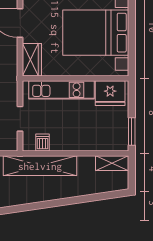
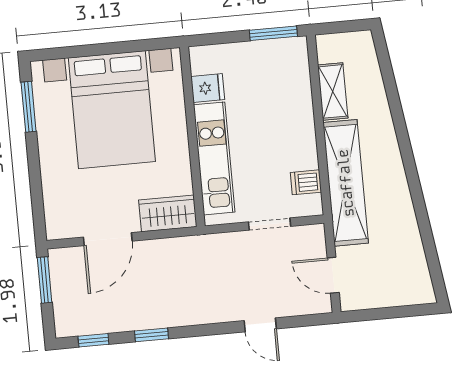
fridge: (110, 93) -> (208, 88), width x0.53, depth x0.75
shelving: (112, 163) -> (333, 91), moved

